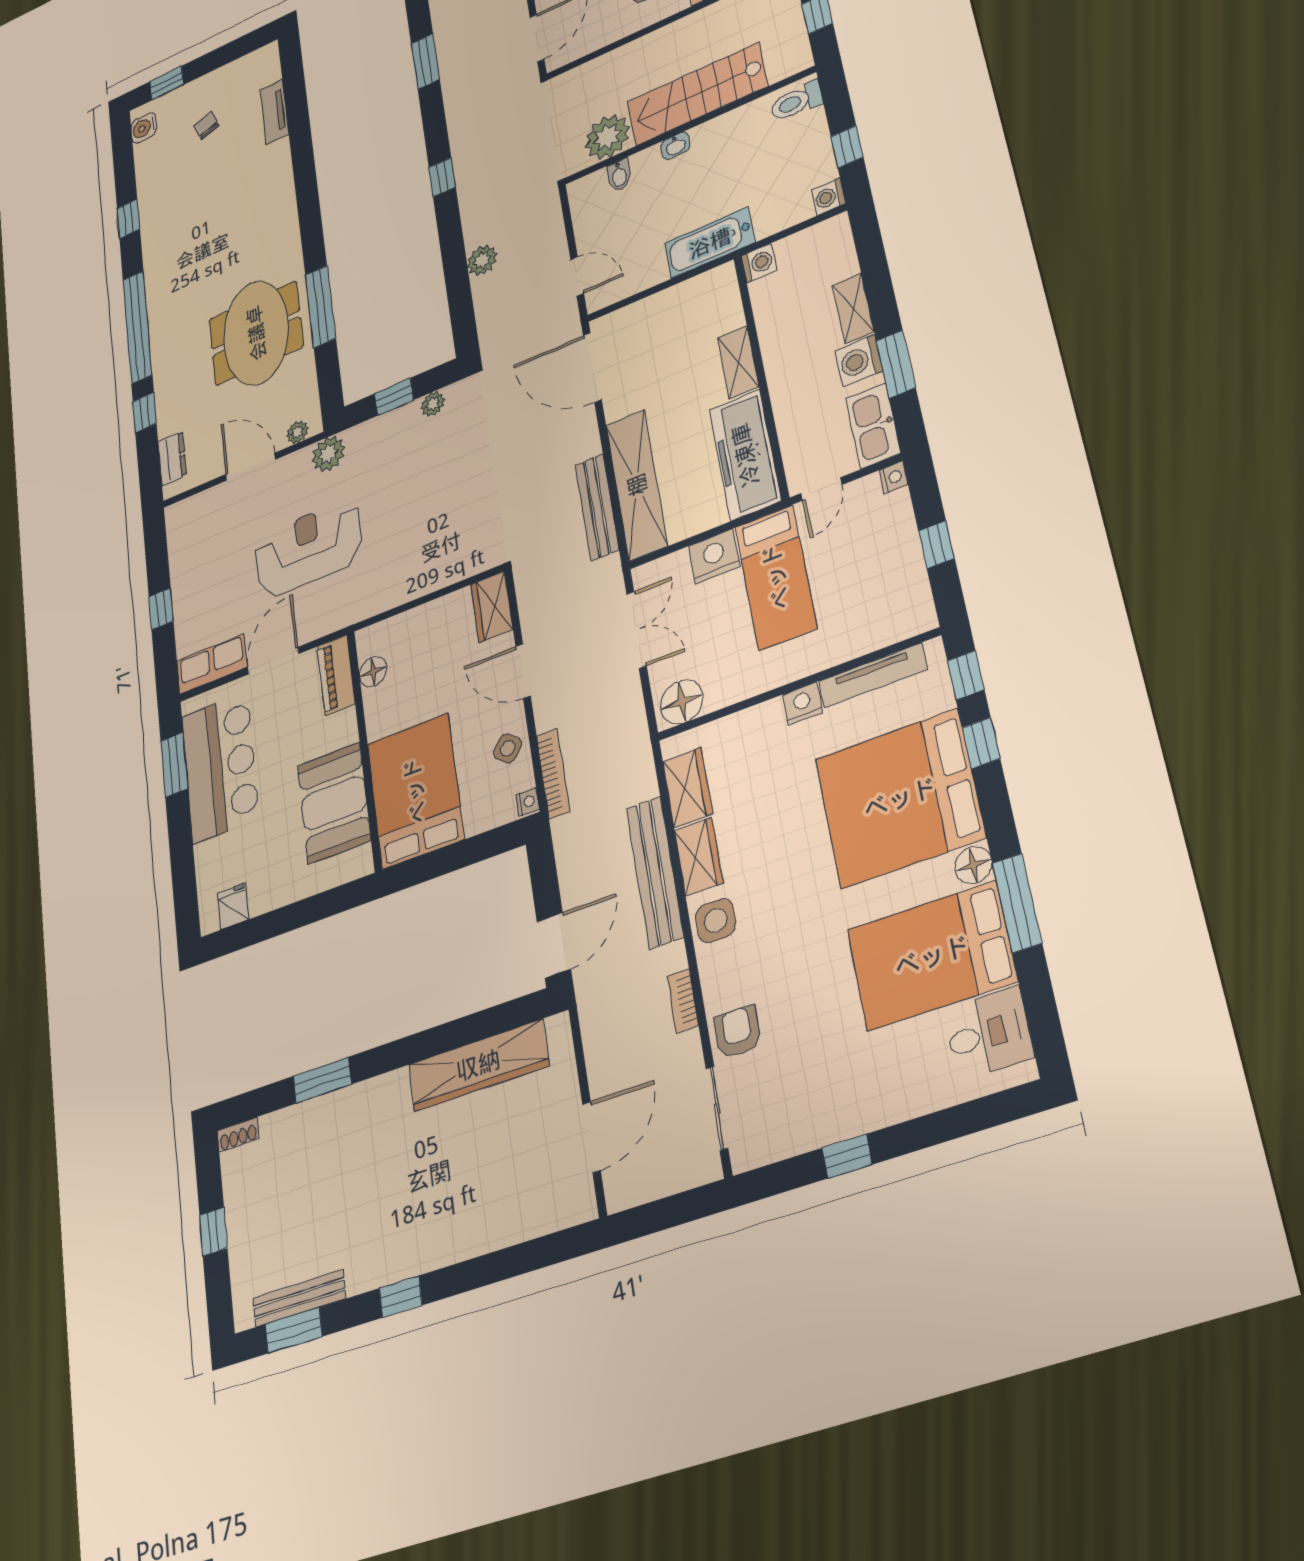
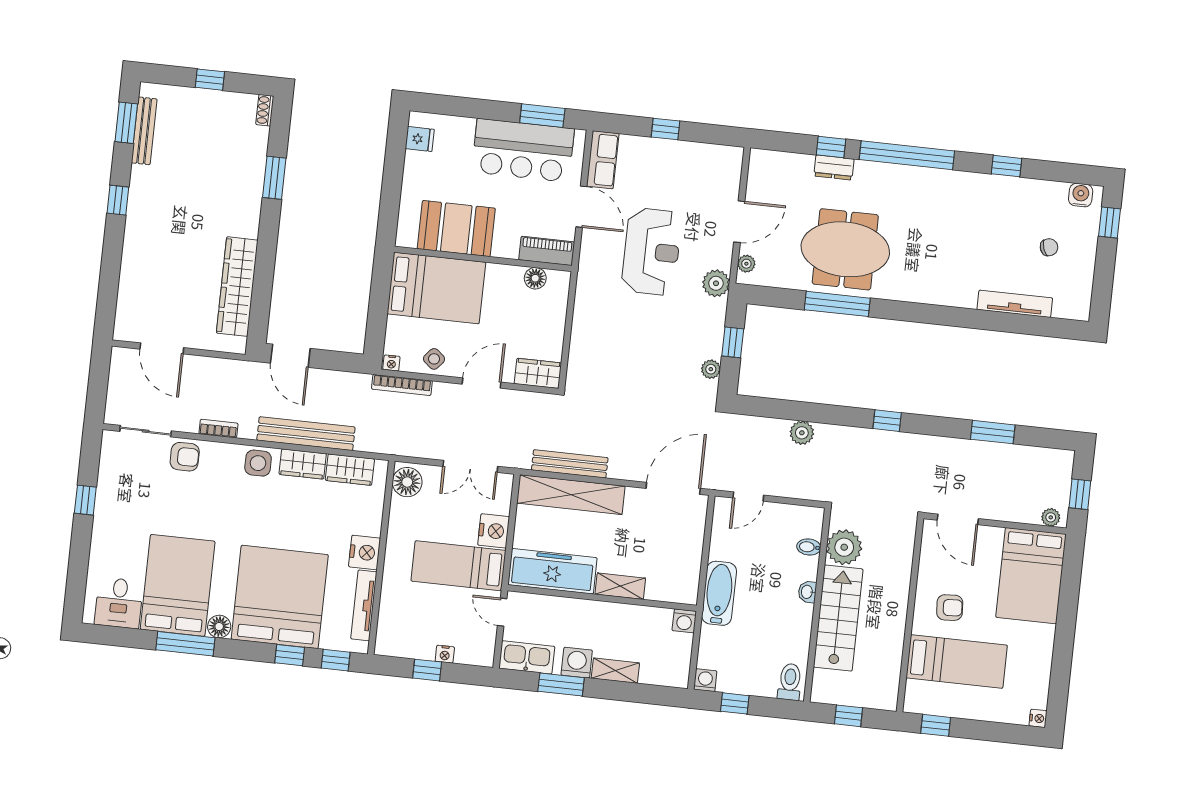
tv unit: (274, 112) -> (1015, 304), width x1.41
dresser: (172, 458) -> (834, 168), moved
nightstand: (893, 477) -> (445, 654), moved
nightstand: (802, 704) -> (365, 552), width x1.36, depth x1.33

